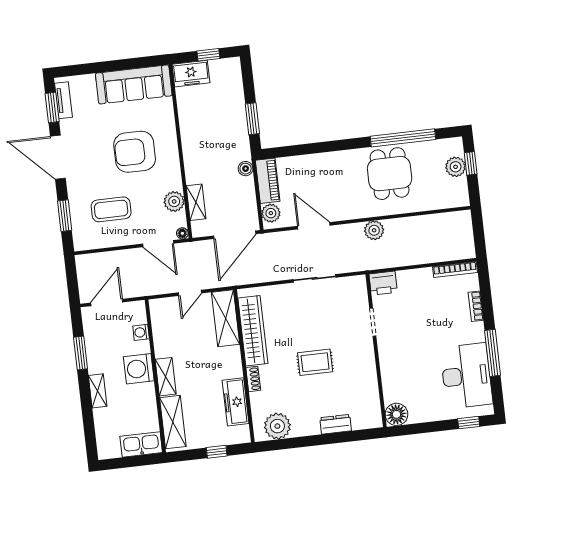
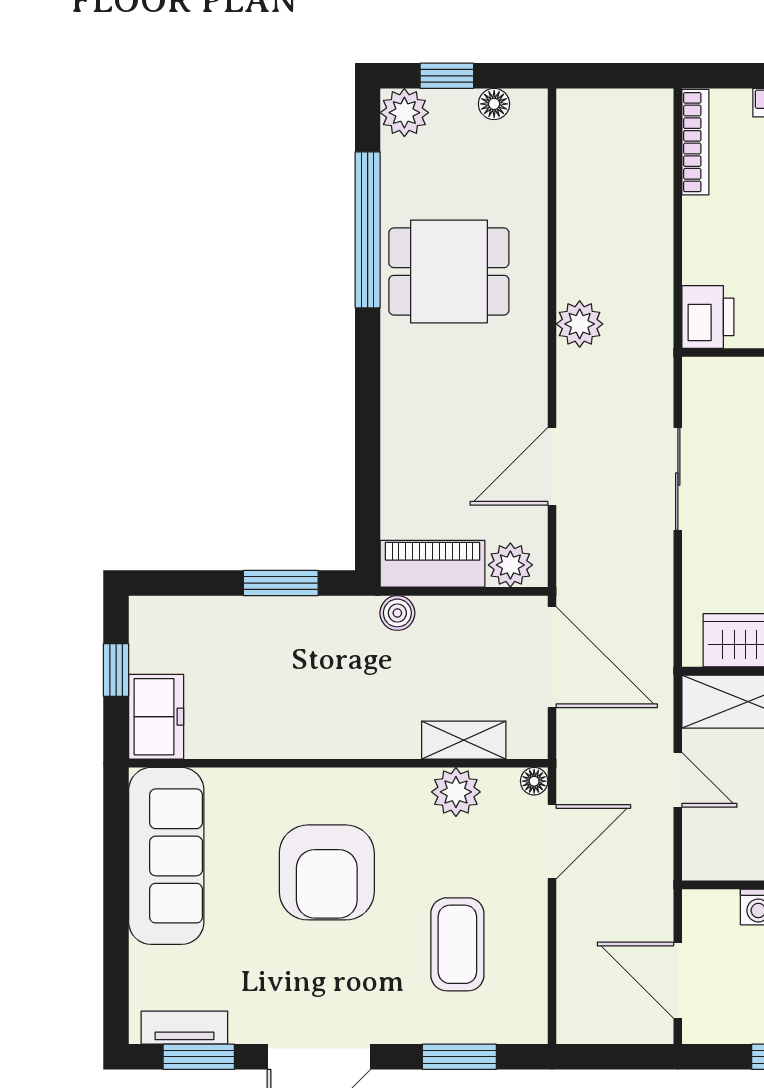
plant: (456, 167) -> (404, 113), moved
floor lamp: (461, 184) -> (494, 104), added

